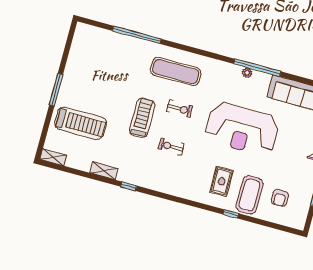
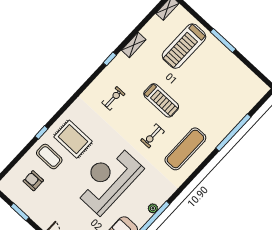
exercise bike: (171, 146) -> (113, 98), moved
rug: (222, 181) -> (73, 139), width x1.36, depth x1.43
coffee table: (250, 195) -> (49, 157), width x0.73, depth x0.76

